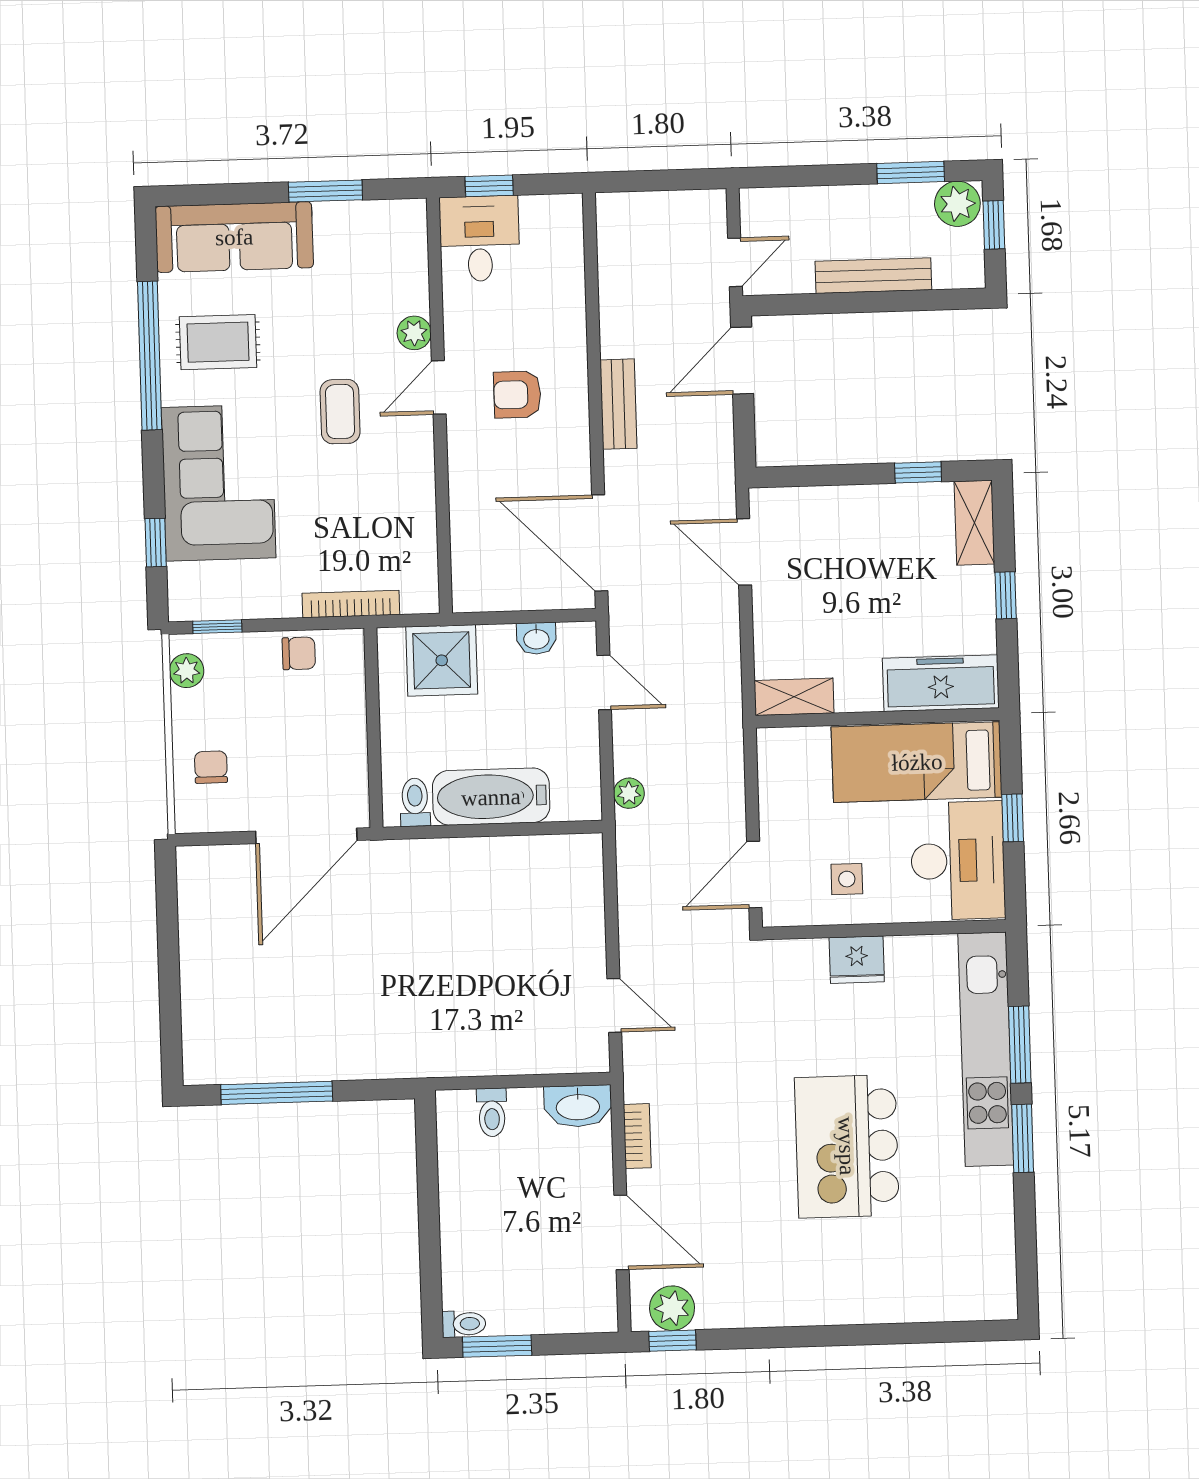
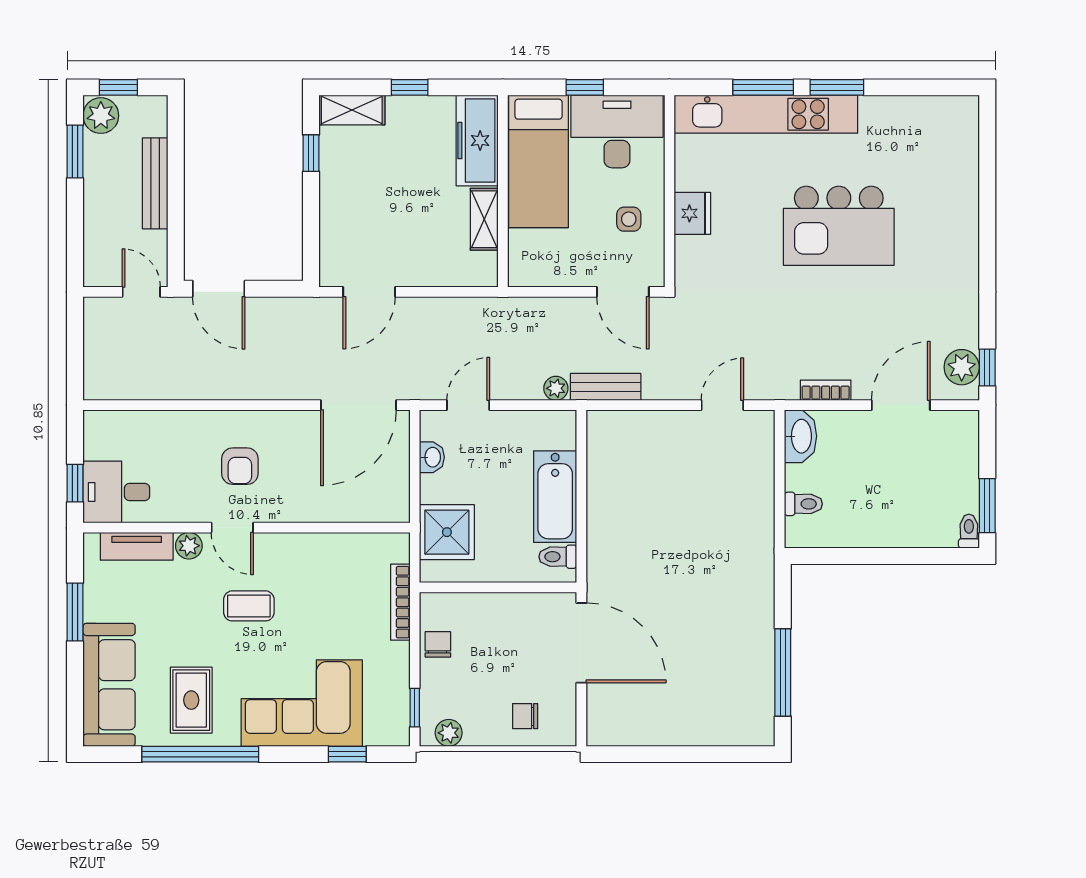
tv unit: (411, 267) -> (137, 546), added
bench: (618, 404) -> (606, 387), moved
shelving: (794, 697) -> (484, 219), moved

